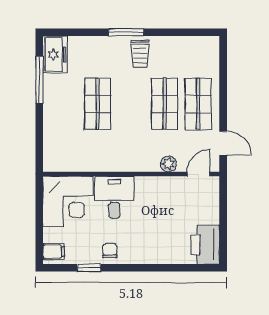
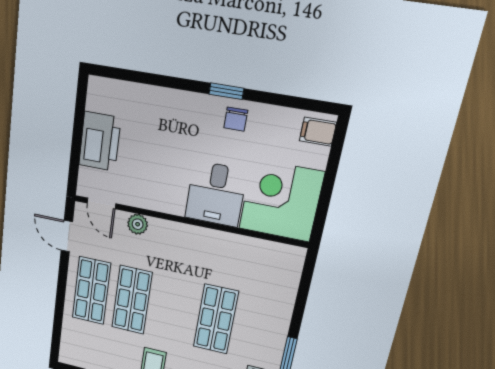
door: (198, 174) -> (101, 203), hinge flipped
printer: (205, 245) -> (100, 141), moved
window: (89, 268) -> (226, 91), moved

